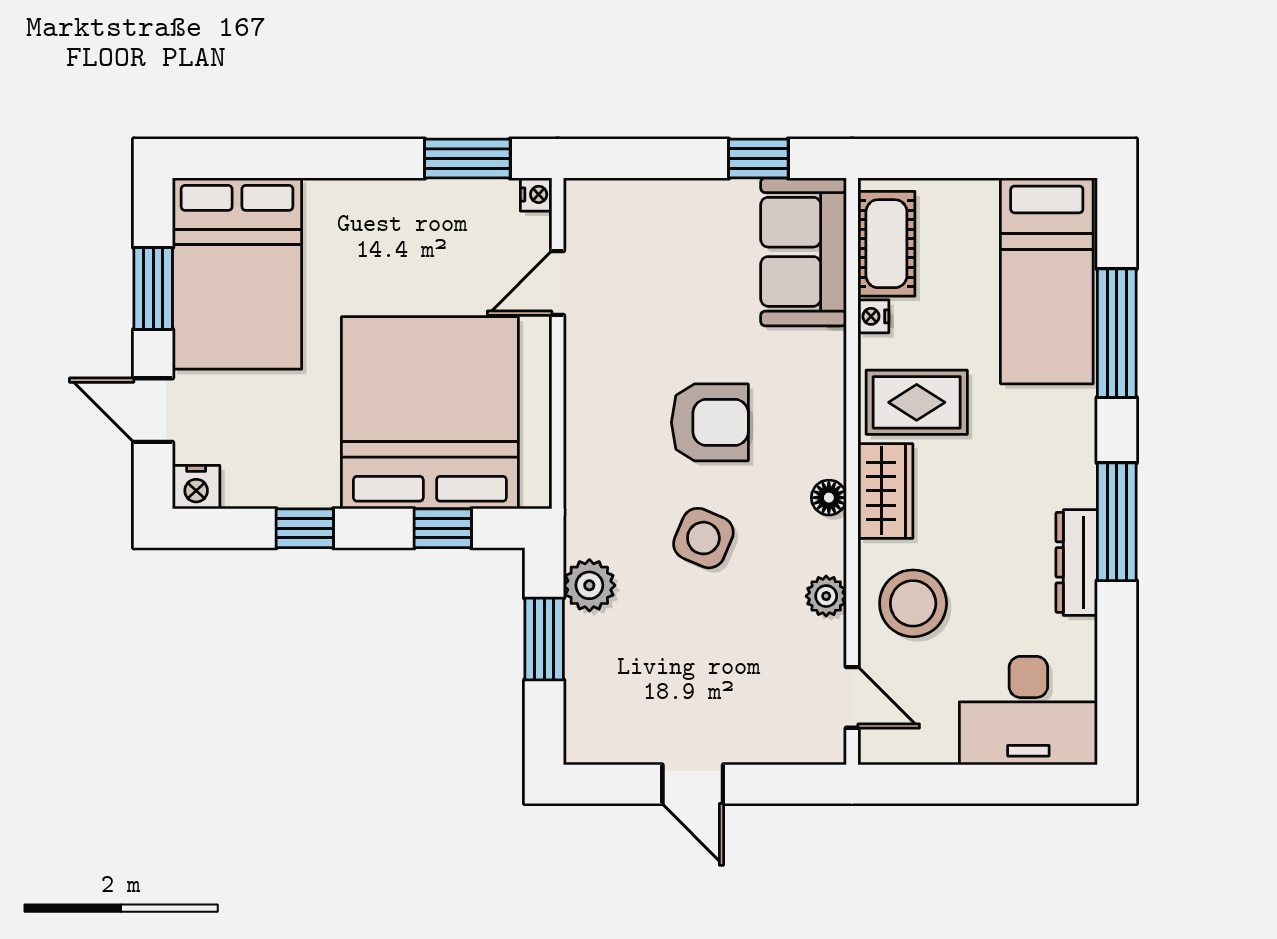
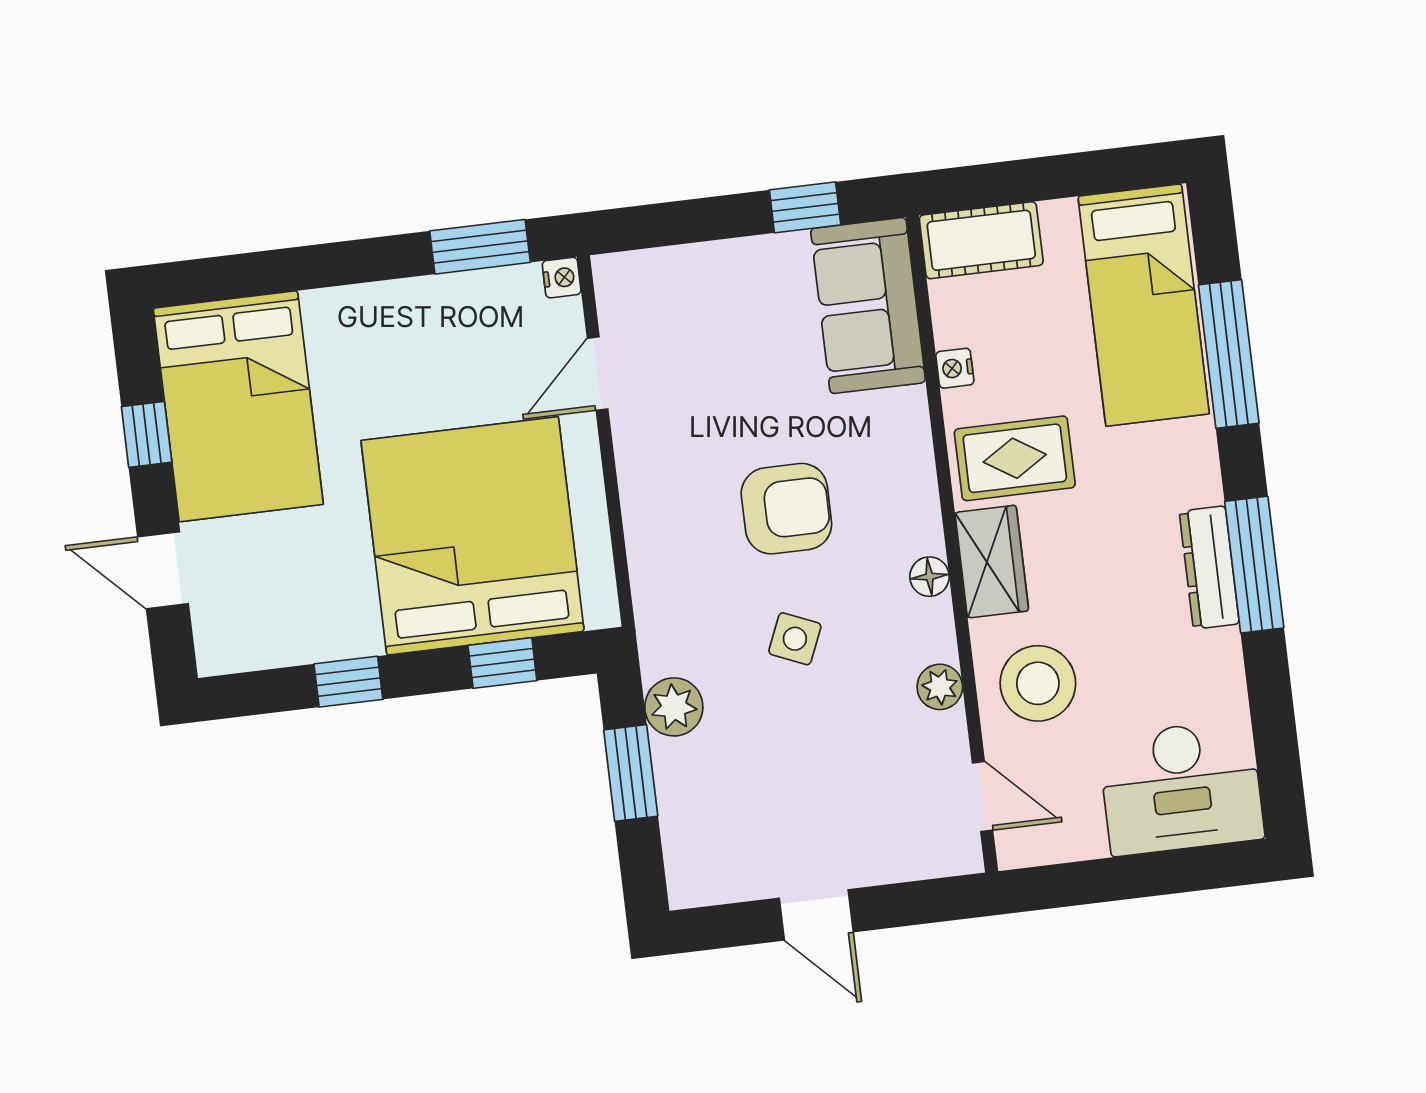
cot: (886, 244) -> (981, 240), moved, turned 90
window: (153, 288) -> (147, 434), width x0.67
nightstand: (196, 487) -> (221, 650), removed
side table: (703, 538) -> (795, 639), width x0.73, depth x0.73
dresser: (1077, 562) -> (1209, 568), moved

